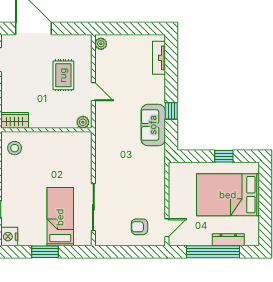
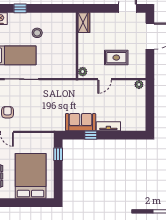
tv unit: (159, 58) -> (108, 126), moved
stool: (15, 148) -> (37, 33), moved
window: (224, 156) -> (58, 154), moved

